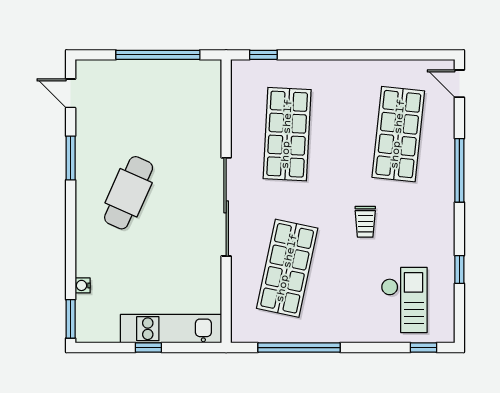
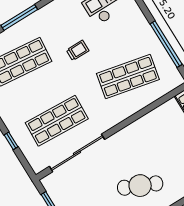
window: (263, 55) -> (11, 141), moved
sliding door: (226, 207) -> (77, 153), moved

